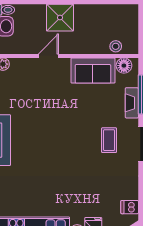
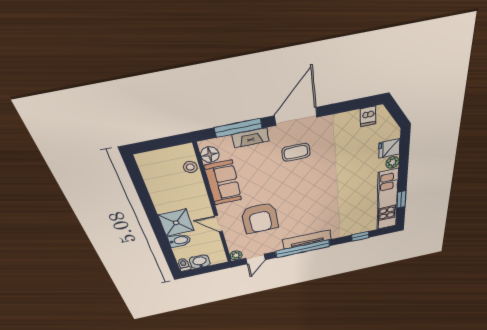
bidet: (38, 14) -> (179, 240), added
armchair: (44, 96) -> (260, 218), added

